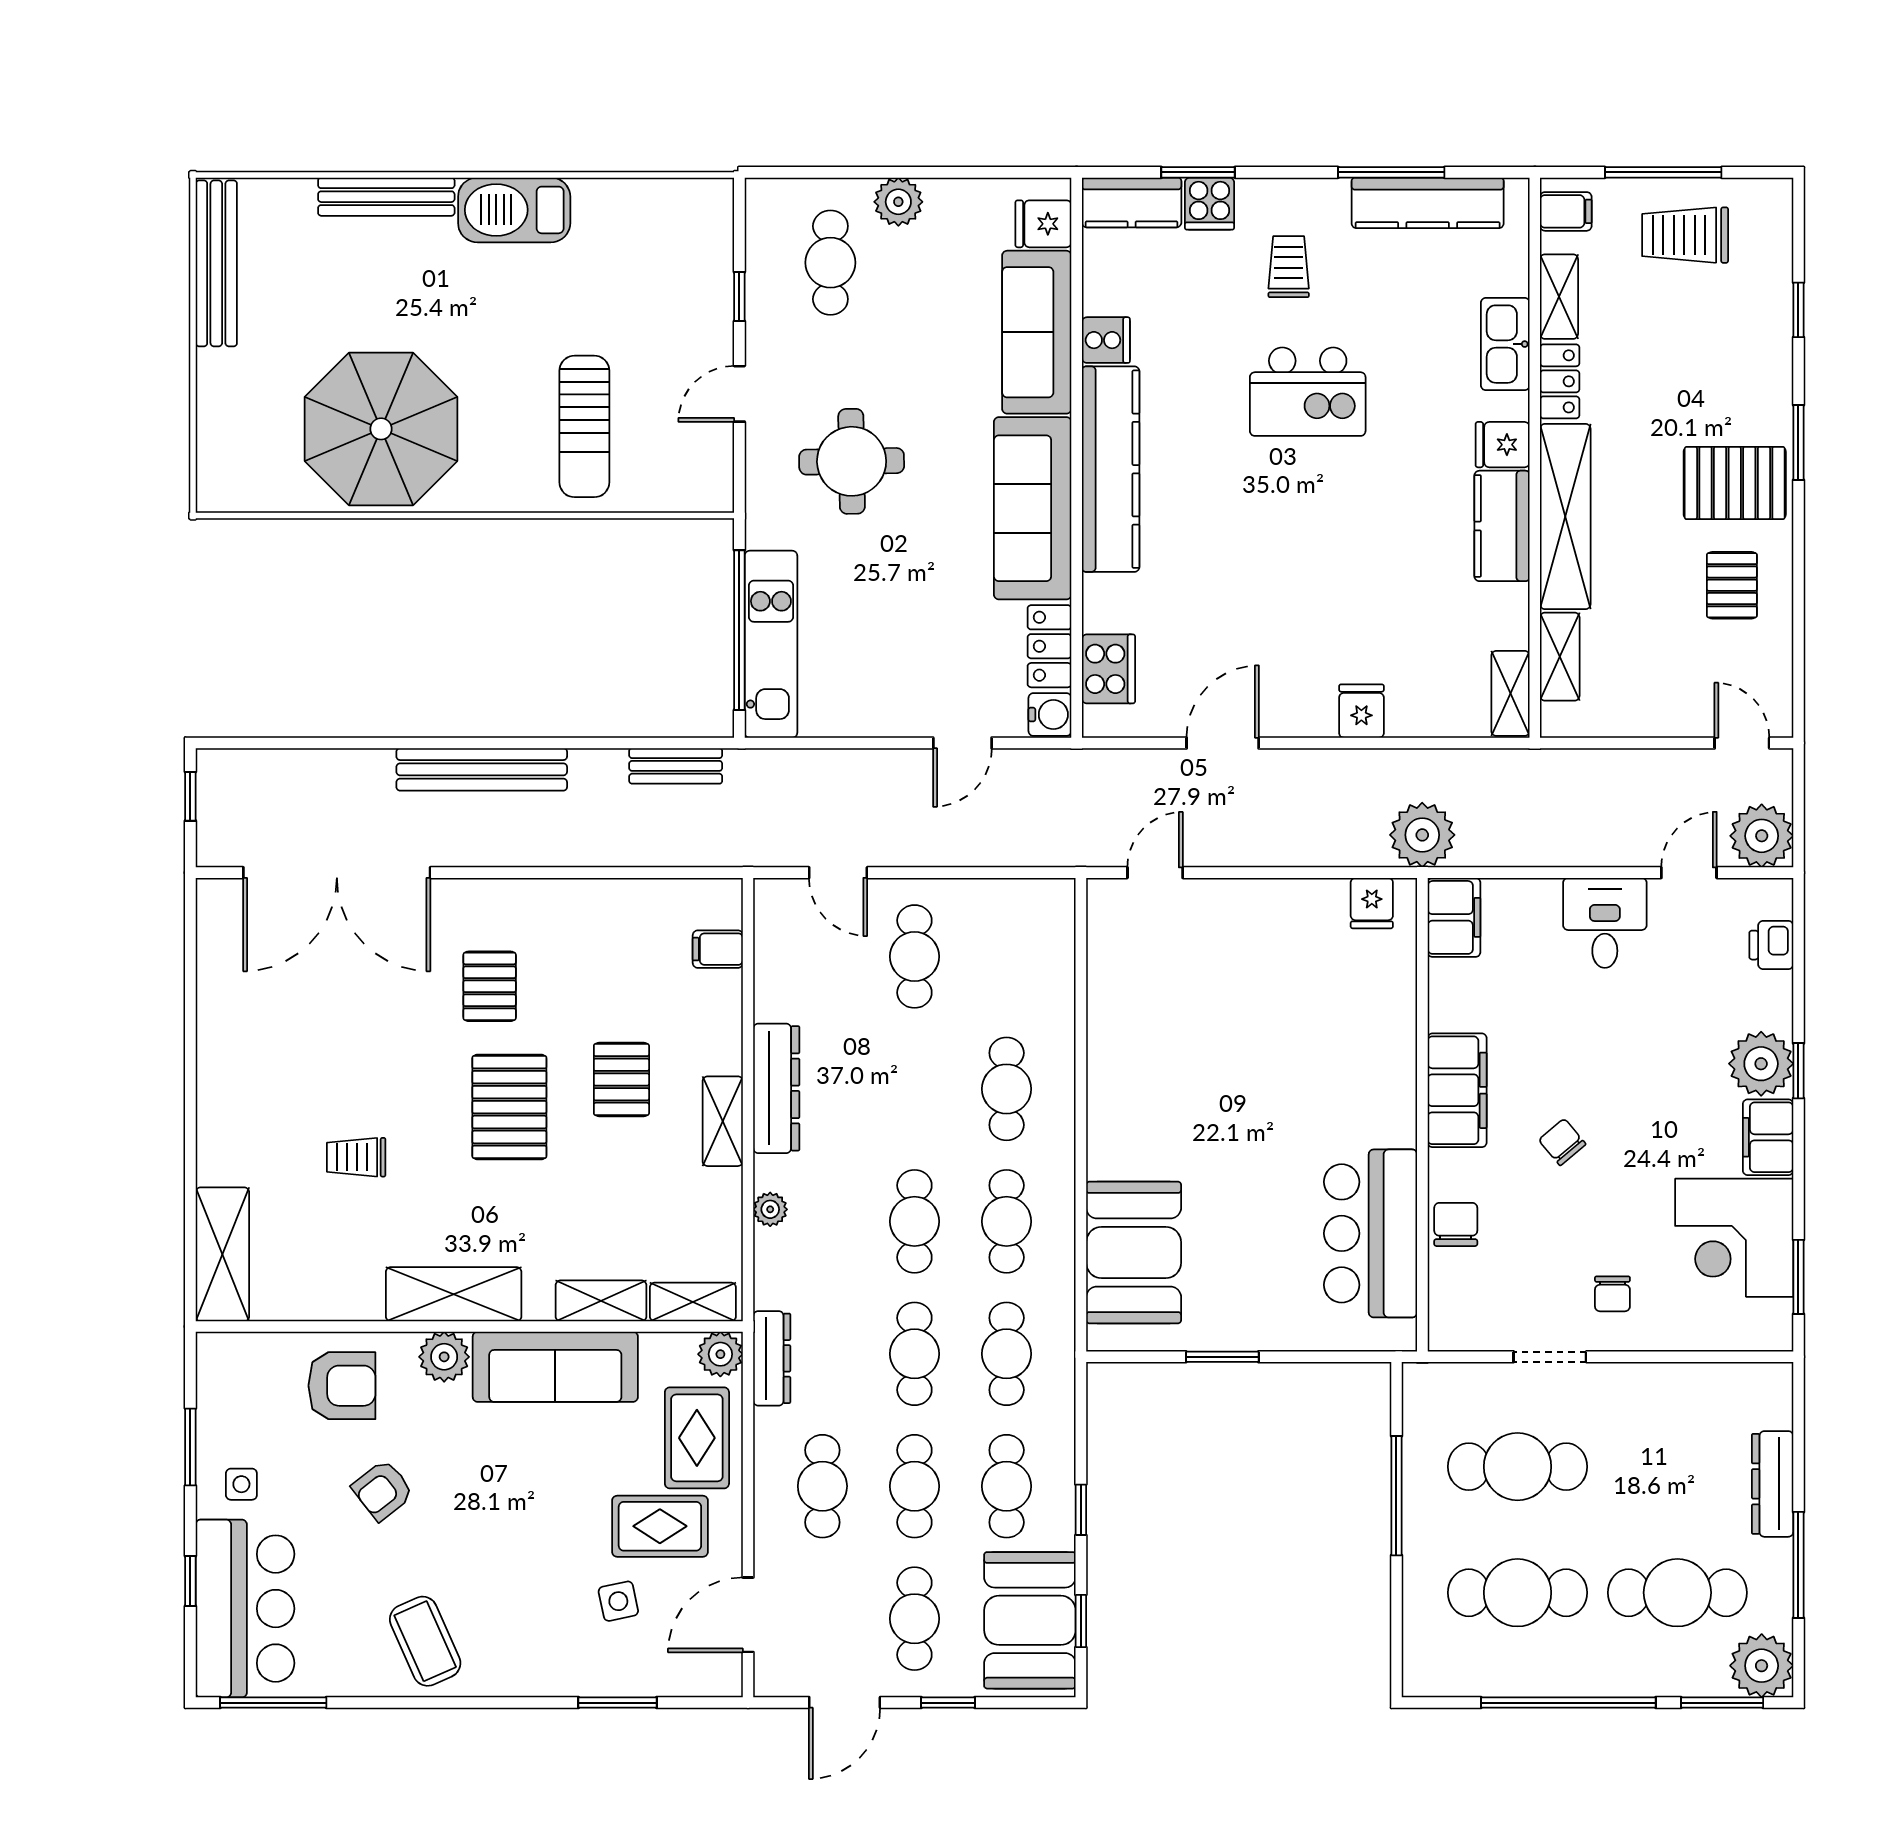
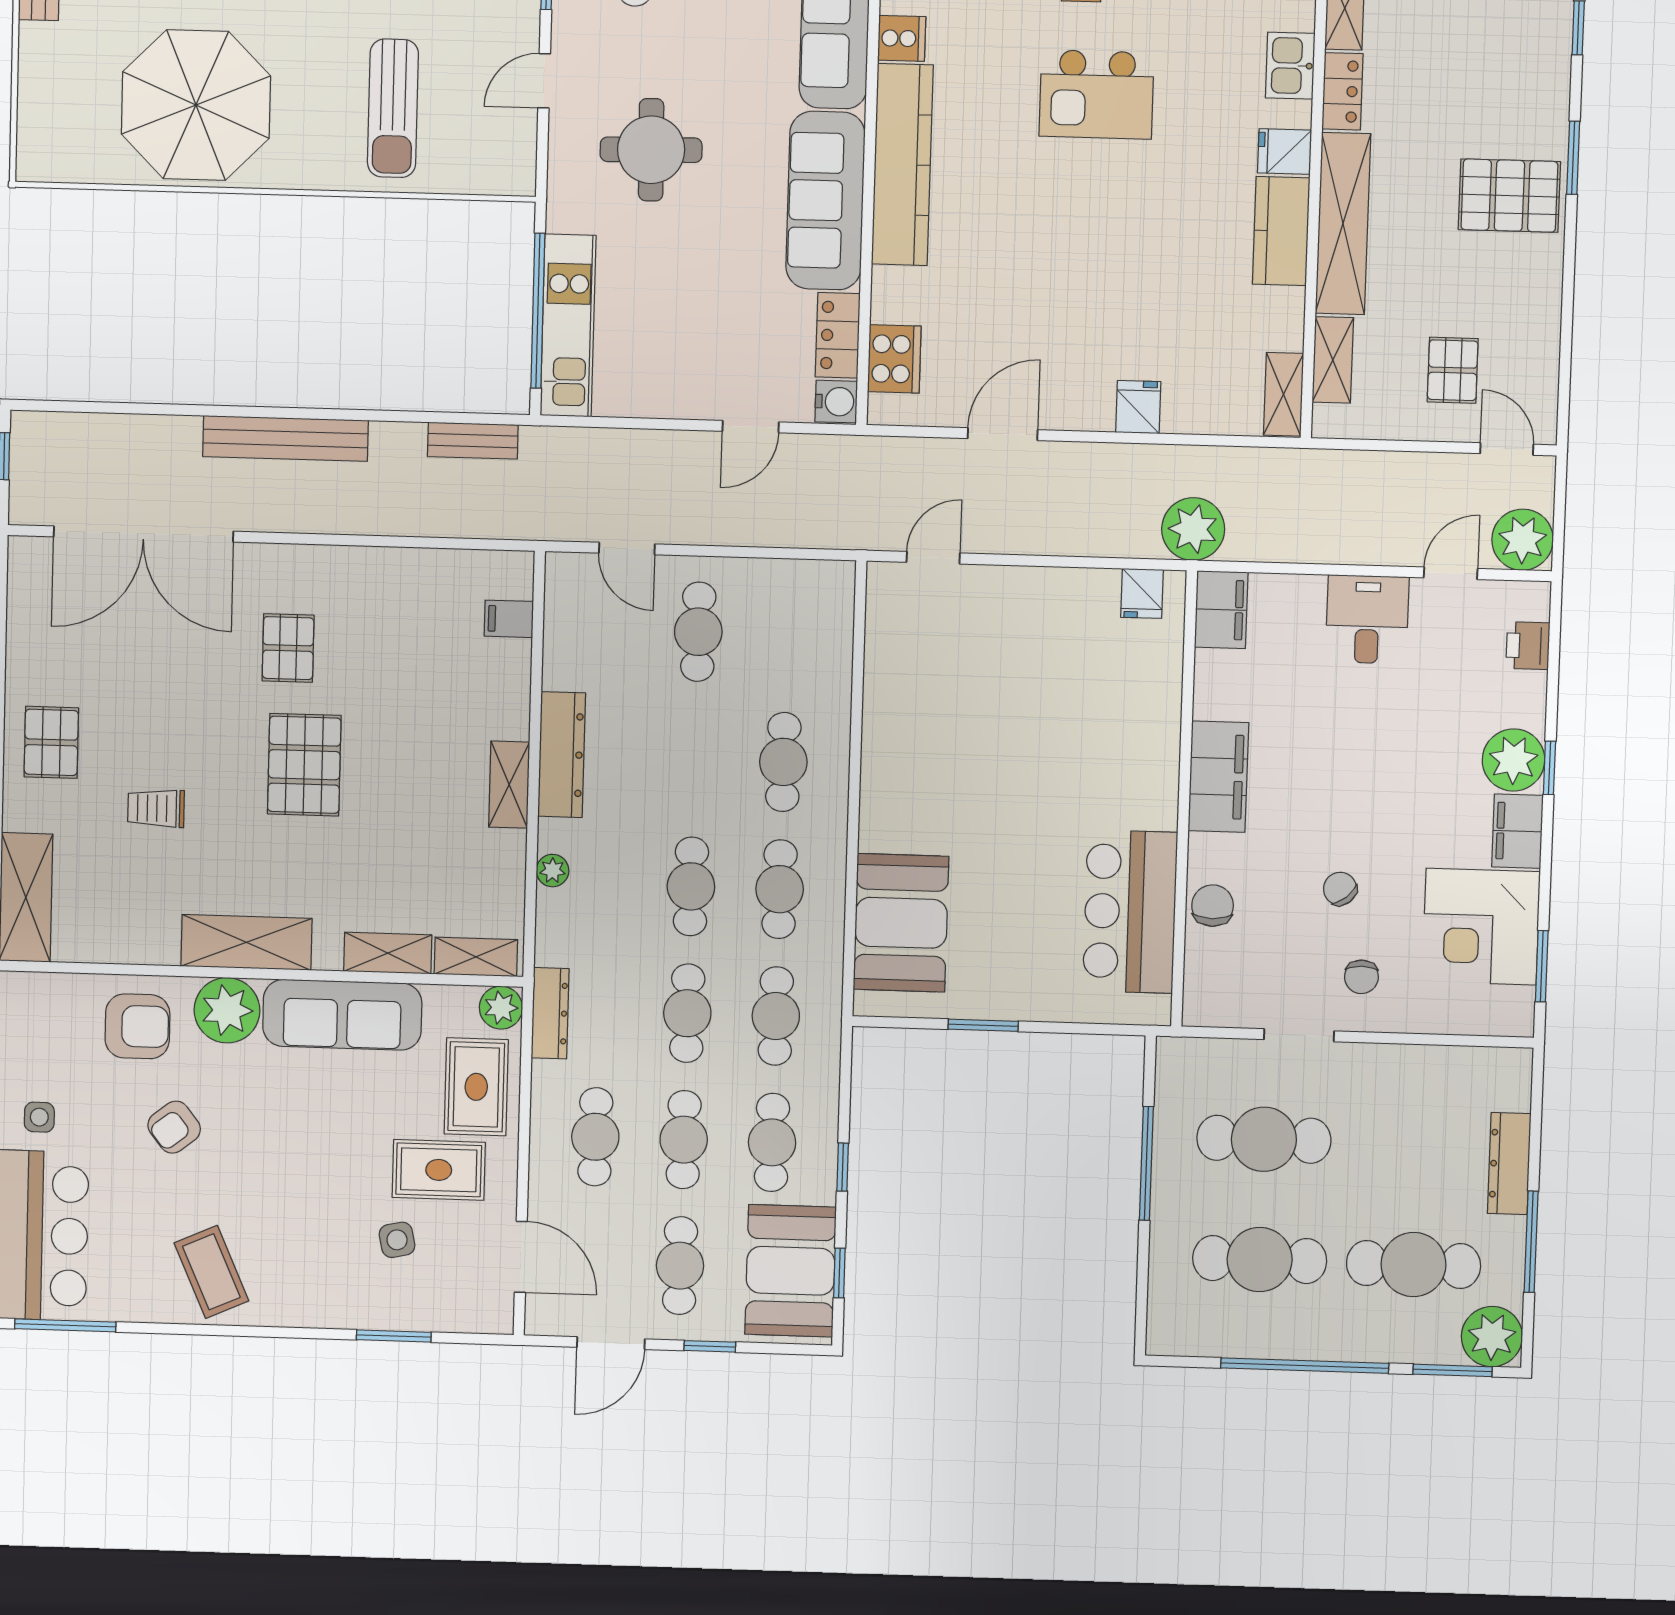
kitchen sink: (1505, 344) -> (1290, 66), width x0.73
pallet: (1732, 585) -> (1453, 370), moved
pallet: (621, 1079) -> (51, 742), moved
chair: (1562, 1142) -> (1340, 889), moved
plant: (444, 1357) -> (227, 1010), width x1.36, depth x1.36
door: (748, 1615) -> (521, 1257), swing flipped

